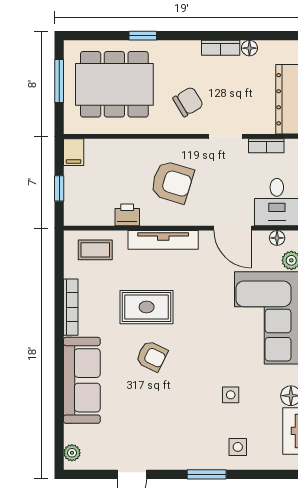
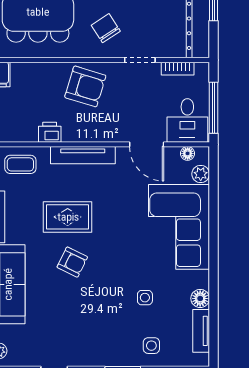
chair: (188, 102) -> (106, 28), turned -92
armchair: (172, 182) -> (85, 86), moved

